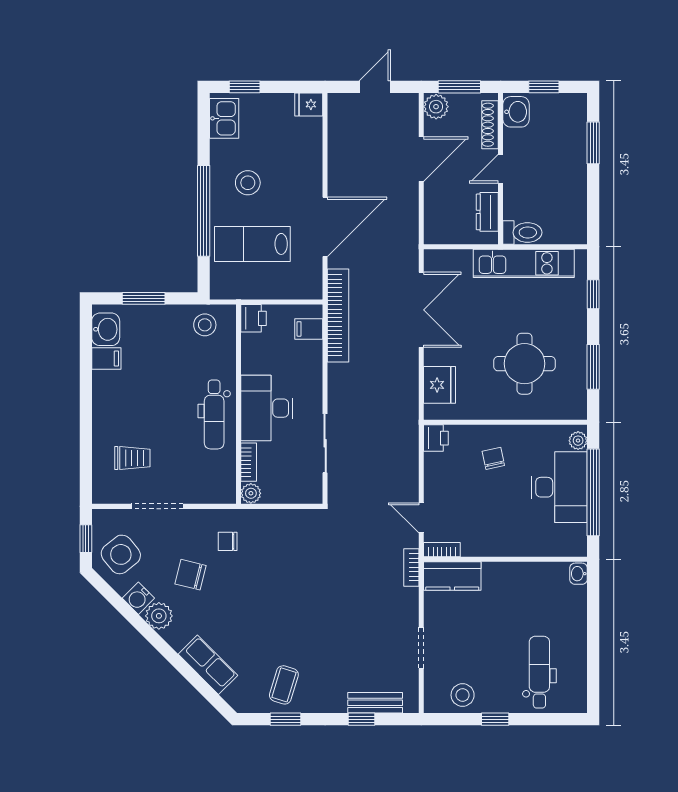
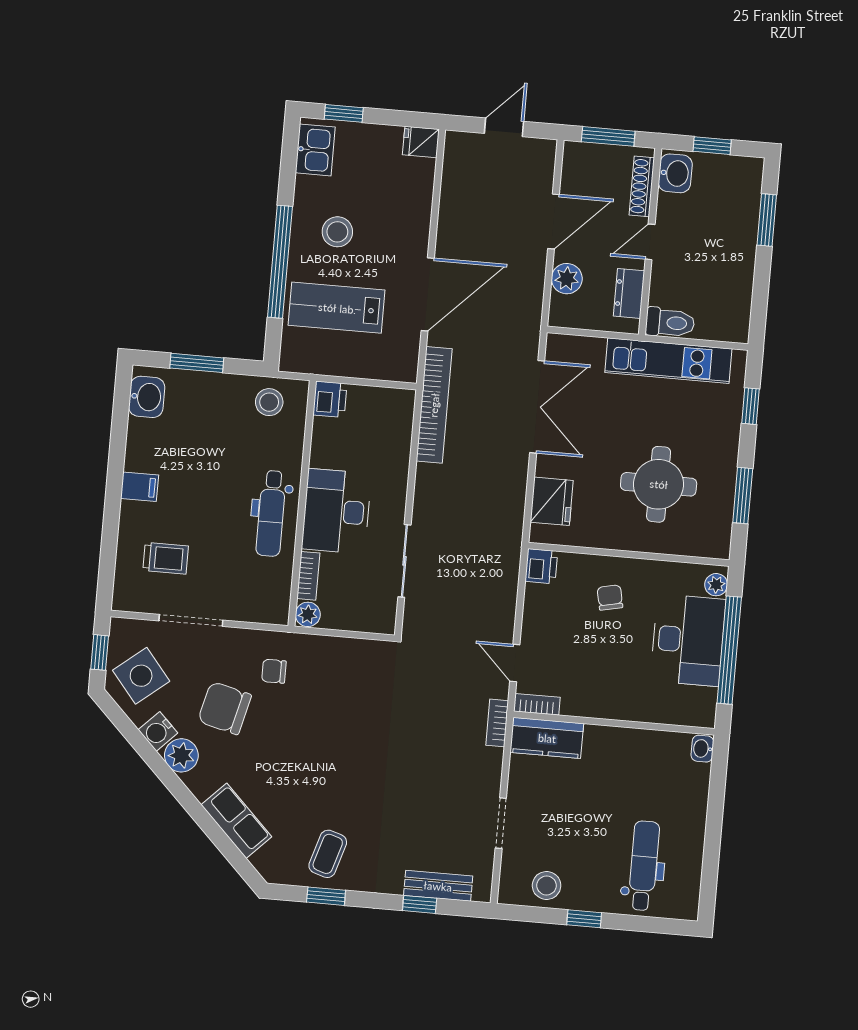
plant: (436, 107) -> (567, 279), moved
filing cabinet: (309, 329) -> (397, 418), removed
filing cabinet: (106, 358) -> (140, 487), moved
chair: (190, 575) -> (225, 708), width x1.37, depth x1.37

